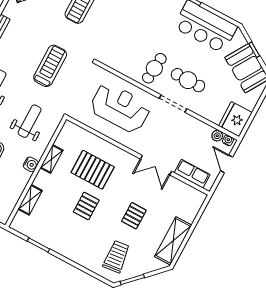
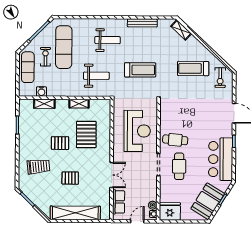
water cooler: (31, 164) -> (41, 92), moved
double door: (156, 165) -> (112, 175), swing flipped
shelving: (173, 241) -> (75, 213), width x1.47
trolley: (116, 257) -> (38, 167), moved

